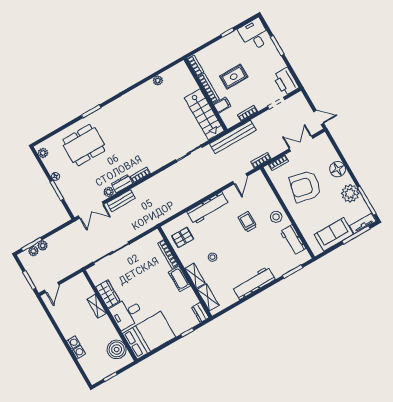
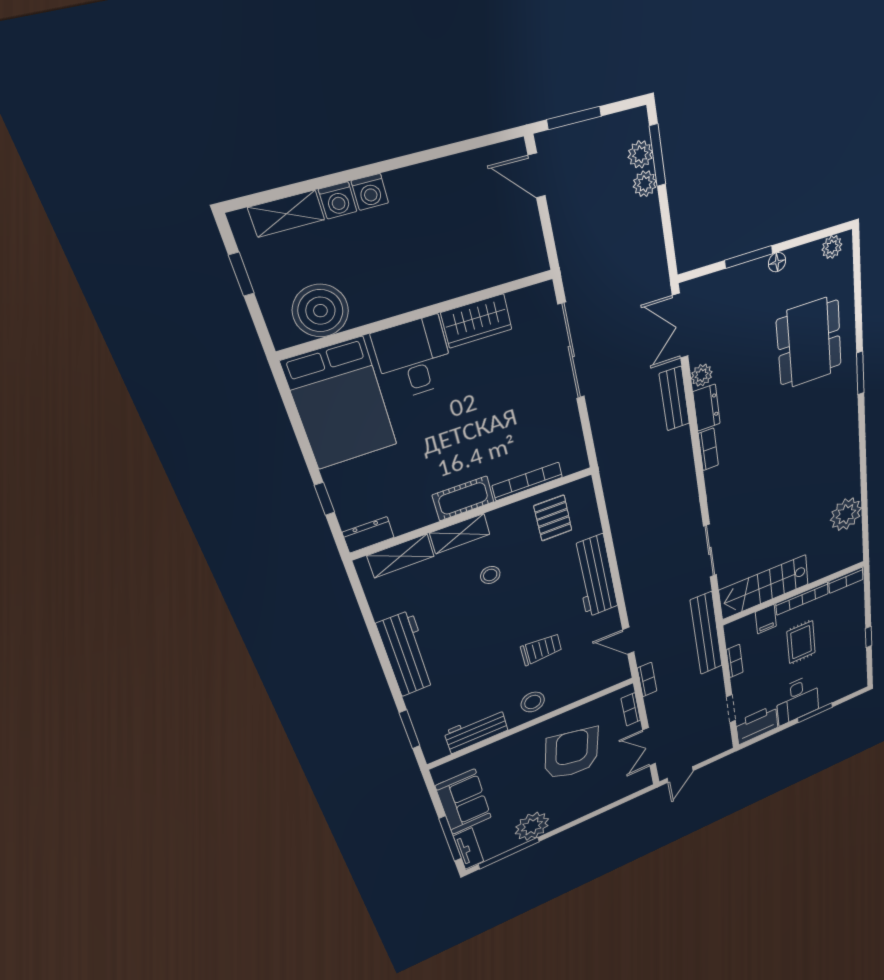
desk: (254, 35) -> (797, 700), moved, turned 90
plant: (158, 80) -> (846, 514), width x1.88, depth x1.88
double door: (301, 143) -> (649, 747), swing flipped
floor lamp: (338, 169) -> (582, 805), removed
shelving: (97, 306) -> (287, 214), moved

